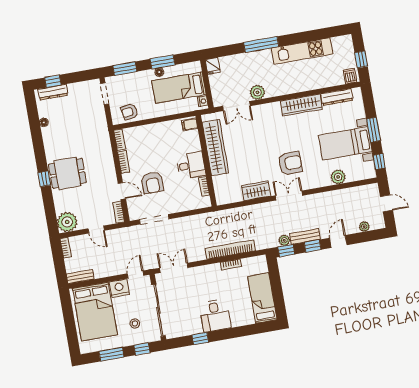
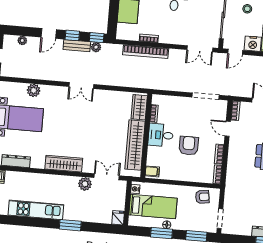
window: (261, 44) -> (70, 225), width x0.69
wardrobe: (301, 105) -> (64, 164), moved
armchair: (290, 163) -> (73, 114), removed
armchair: (152, 183) -> (189, 146), moved
wardrobe: (256, 191) -> (139, 107), moved, turned 90

